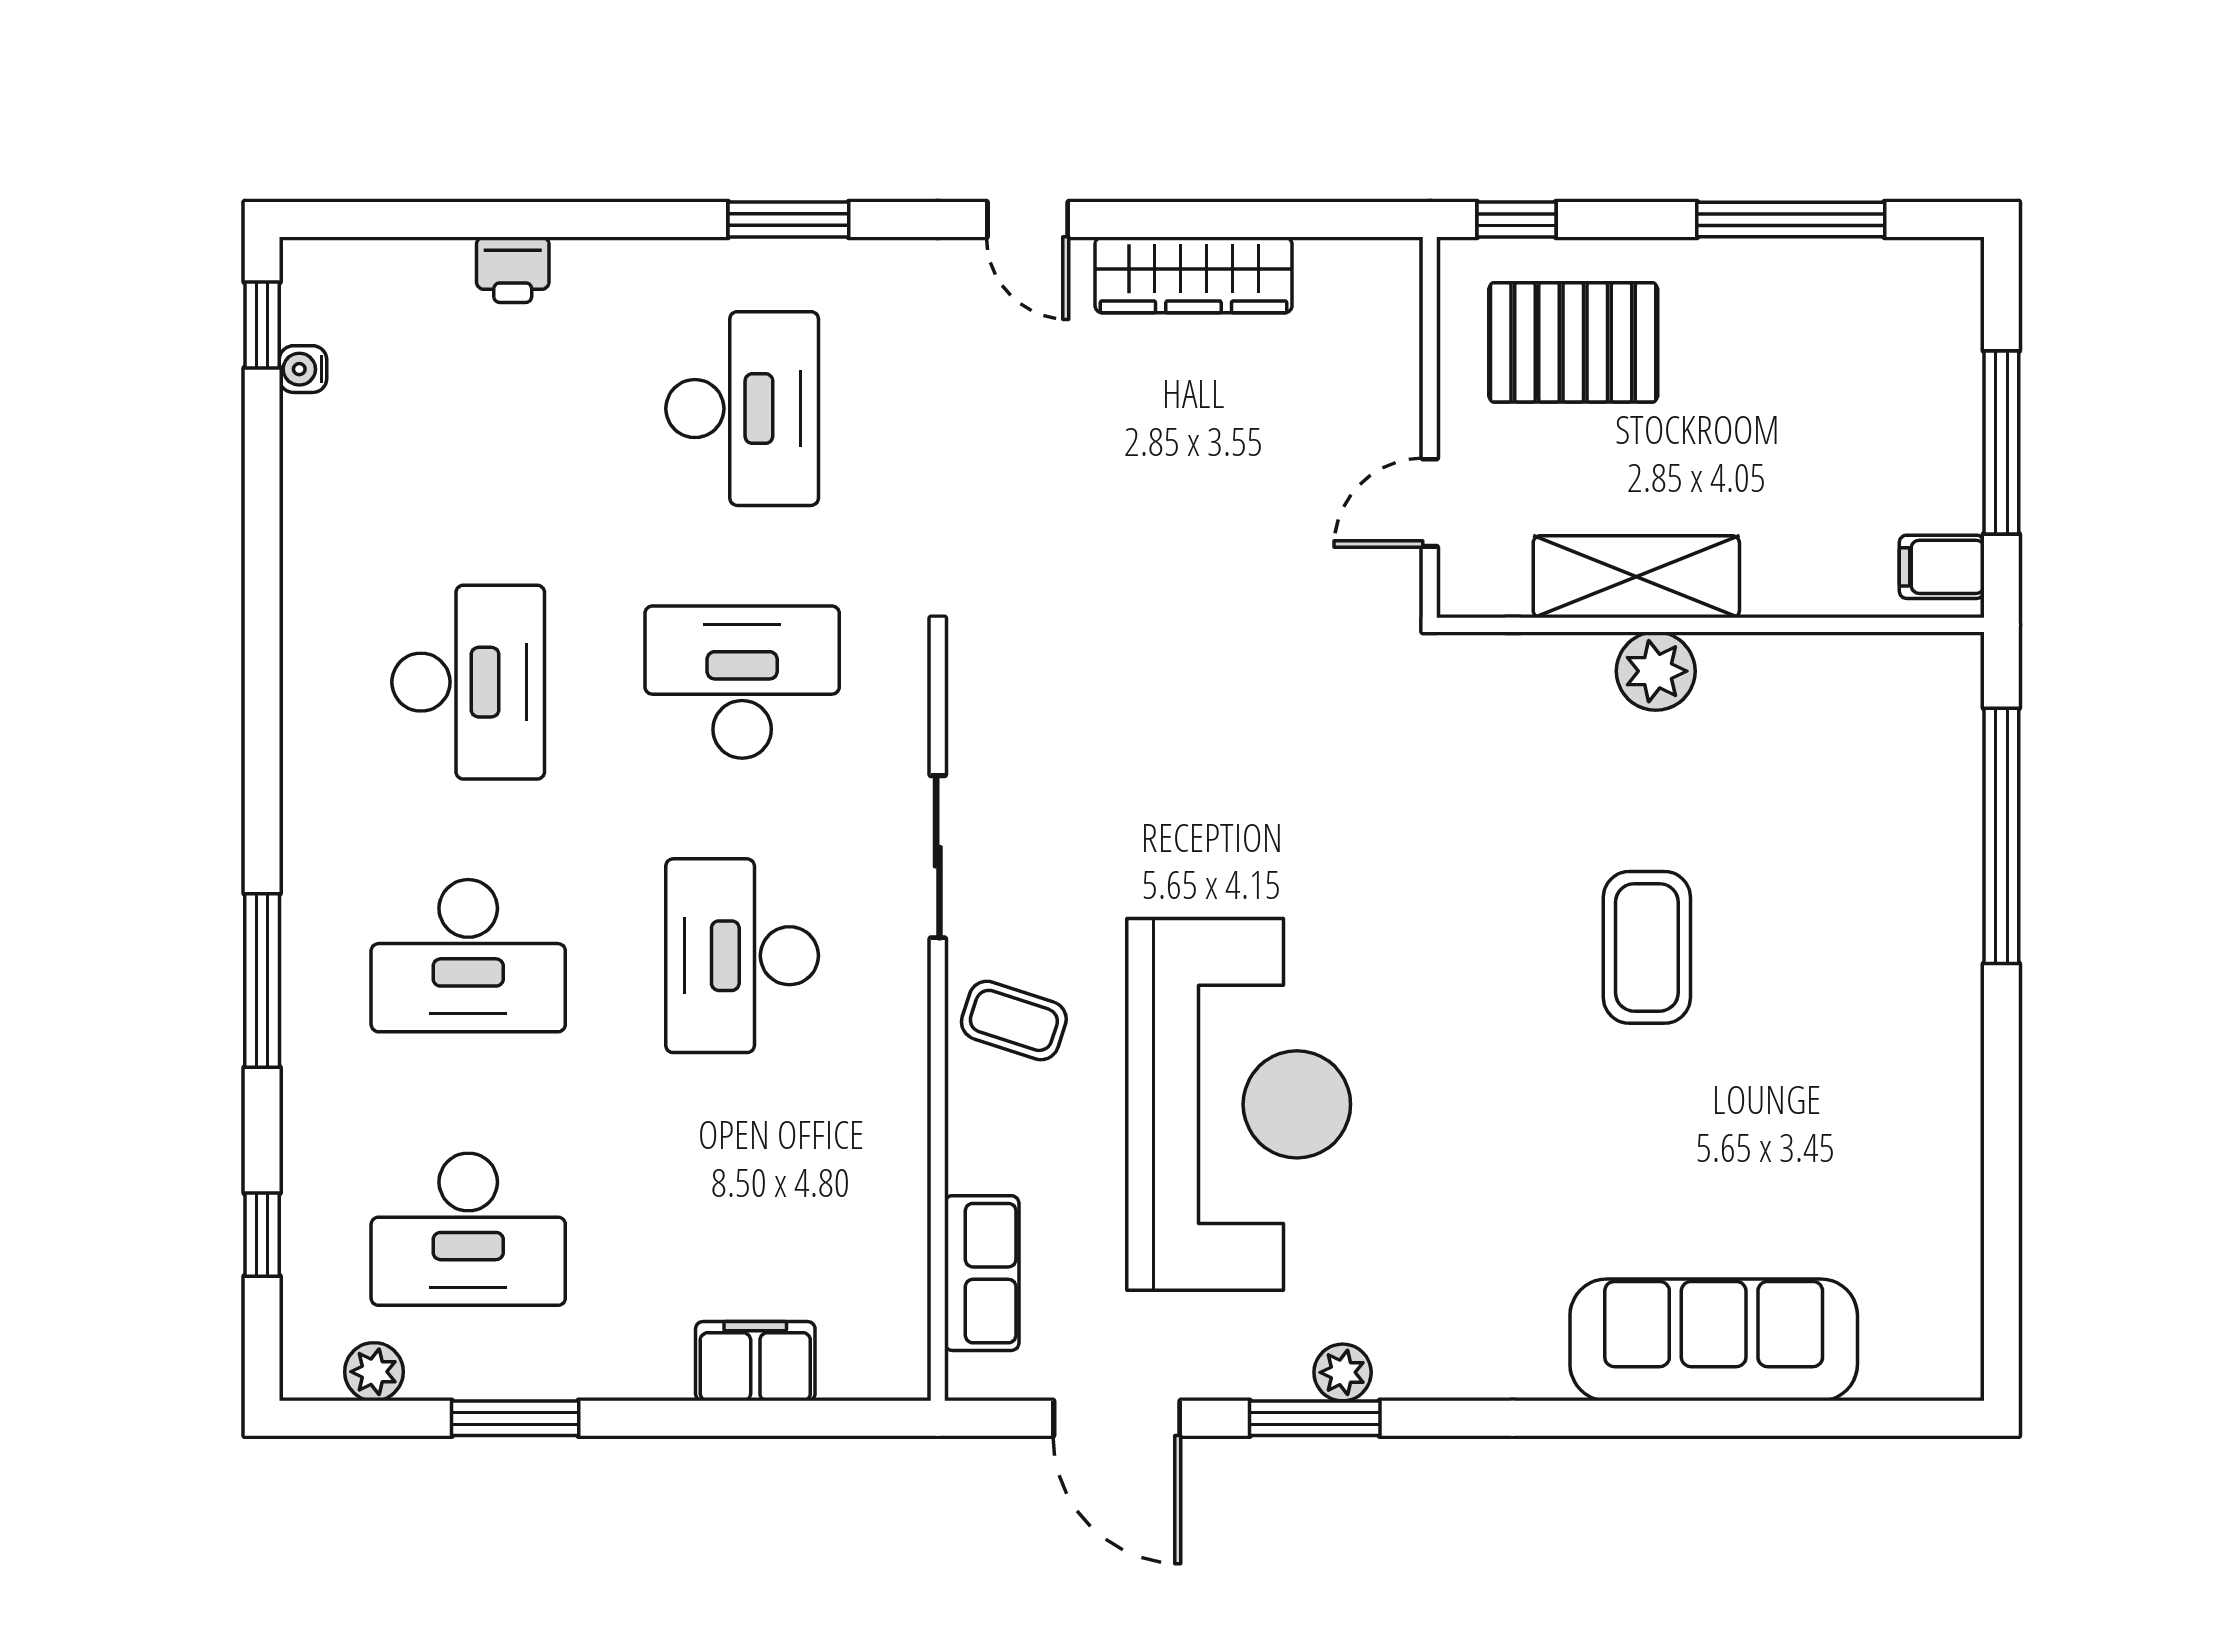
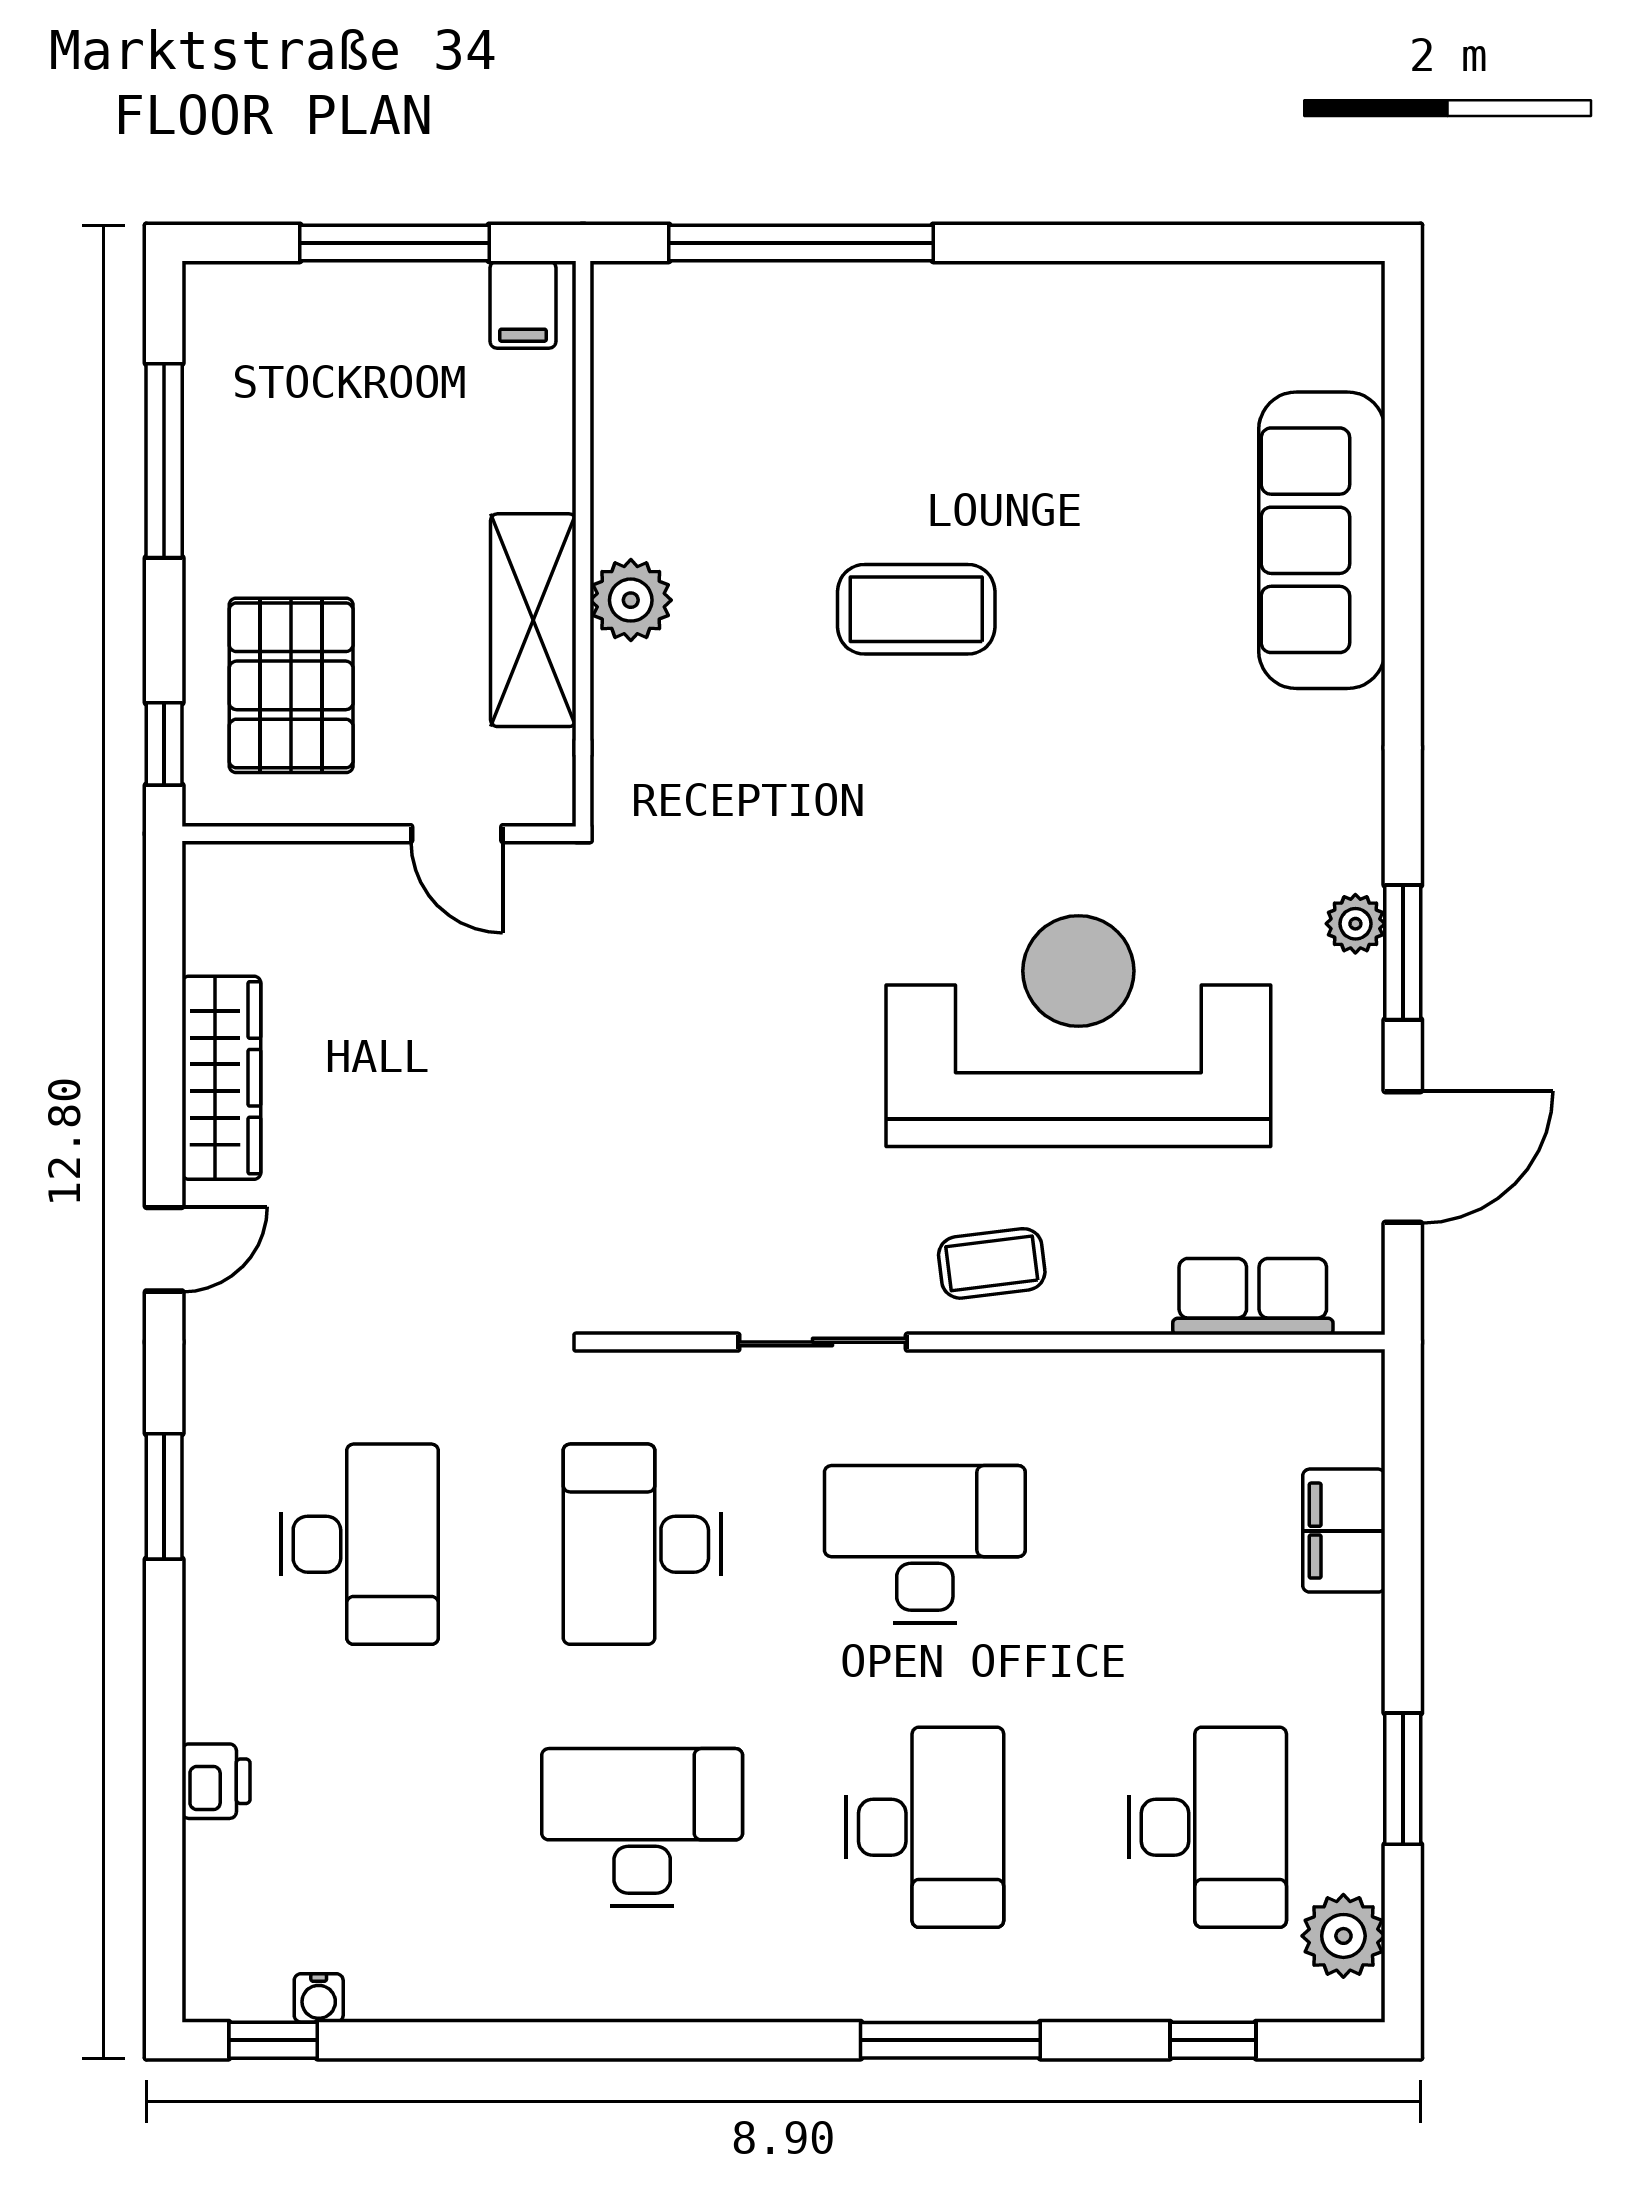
desk: (742, 409) -> (359, 1544), turned 90
desk: (742, 956) -> (925, 1544), turned 180
coffee table: (1014, 1020) -> (992, 1263), turned 65
plant: (374, 1372) -> (1343, 1936), width x1.38, depth x1.38

